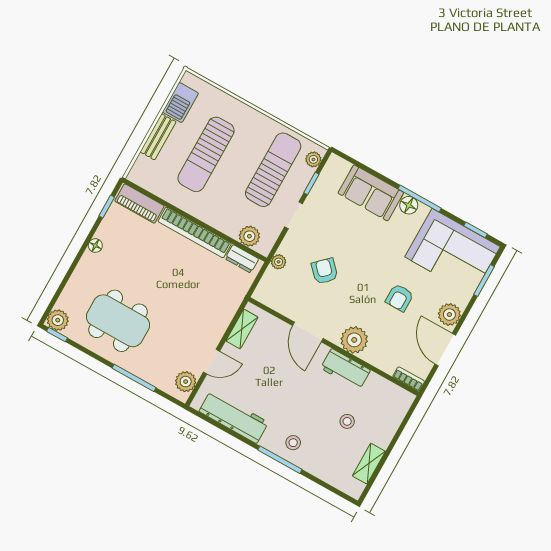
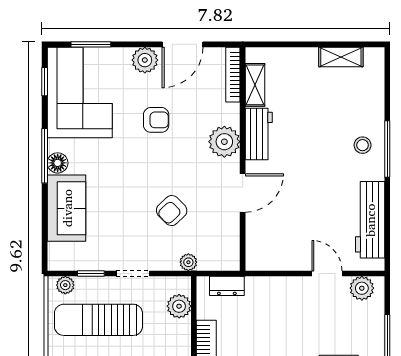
dresser: (242, 259) -> (227, 286), moved, turned 90
shelving: (242, 329) -> (255, 85), moved, turned 90
bookcase: (409, 379) -> (233, 75), width x1.56
stool: (347, 421) -> (311, 103), removed

